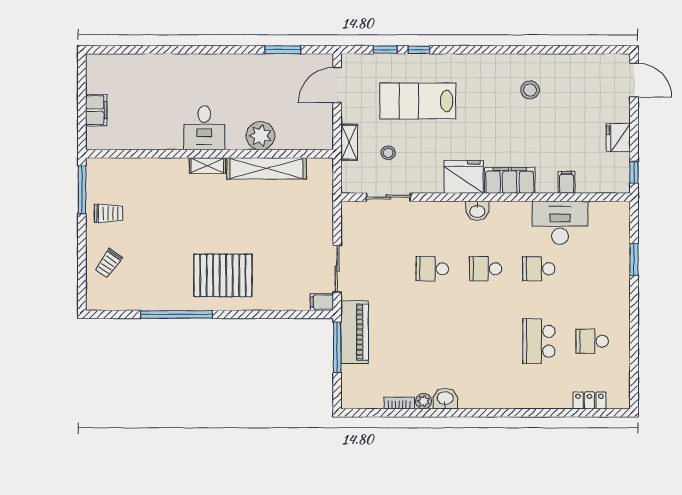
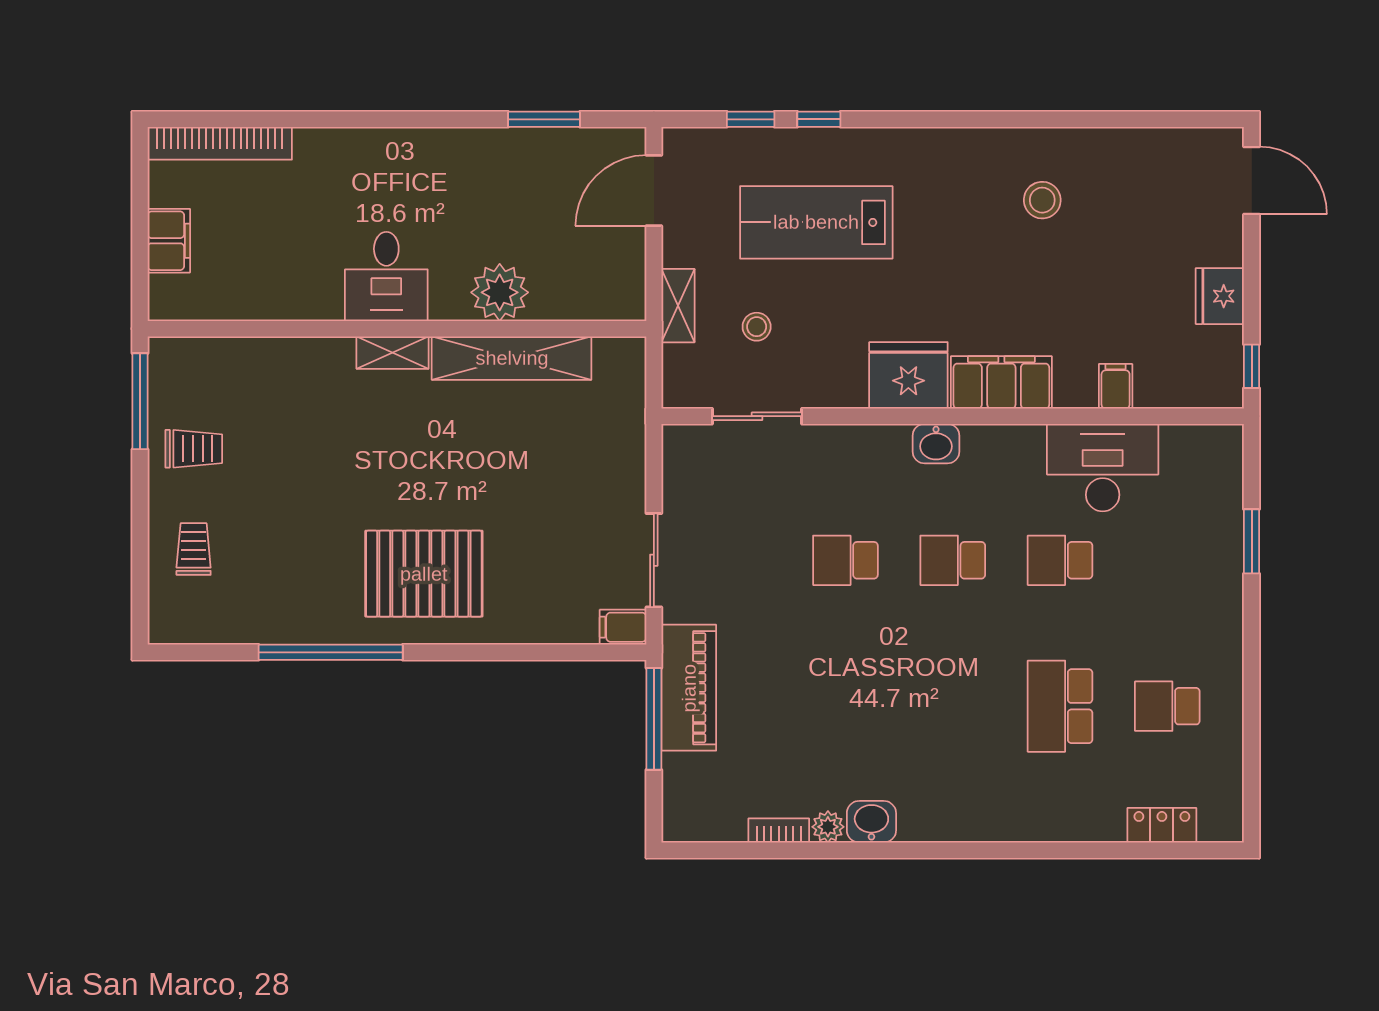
bookcase: (122, 62) -> (220, 143), added
trolley: (109, 263) -> (194, 549), turned 145

